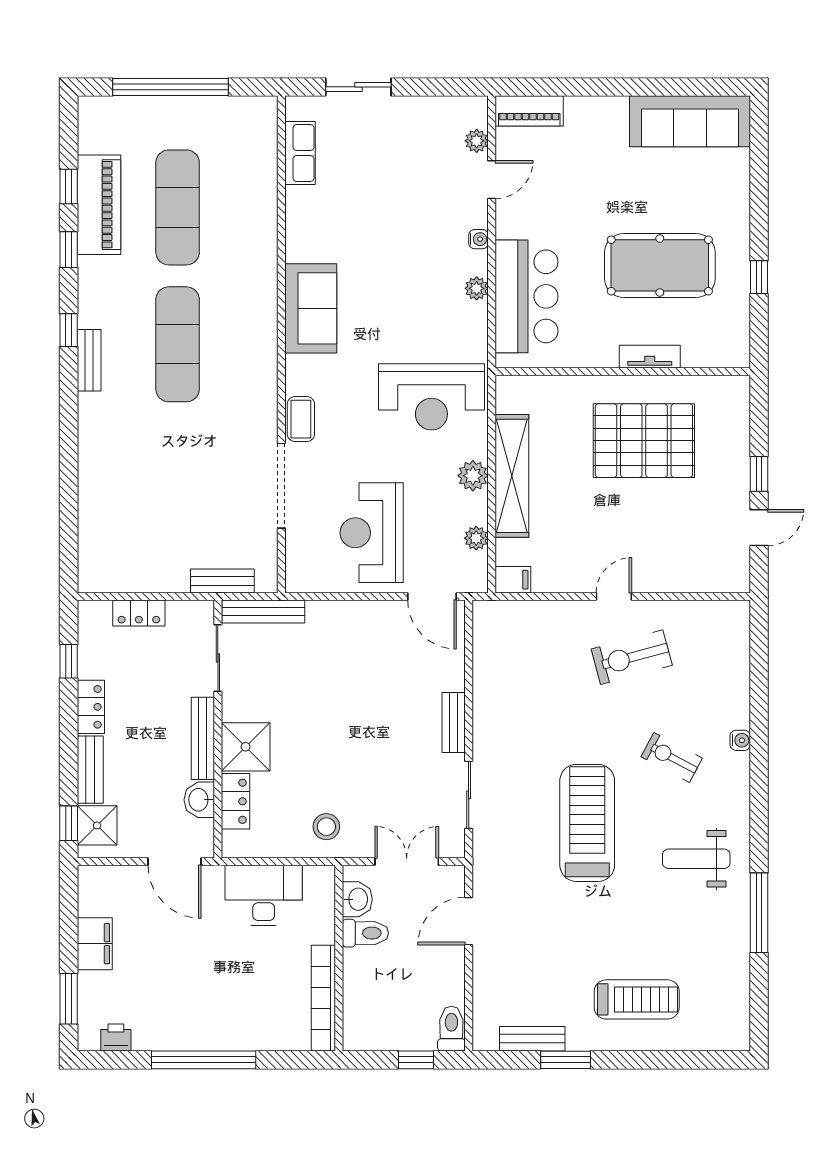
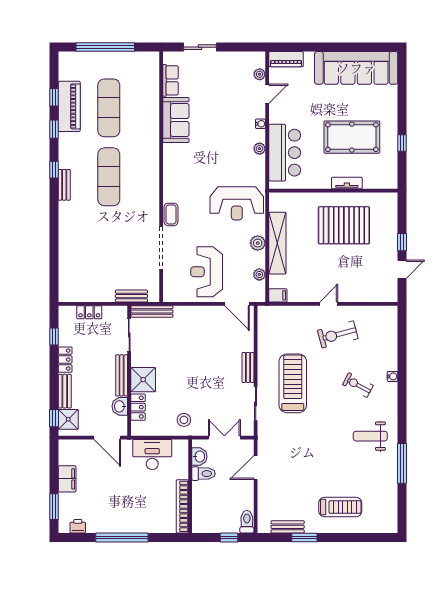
sofa: (690, 121) -> (356, 68), width x1.36, depth x1.27
sofa: (311, 308) -> (176, 120), moved
treadmill: (587, 823) -> (293, 383), moved

